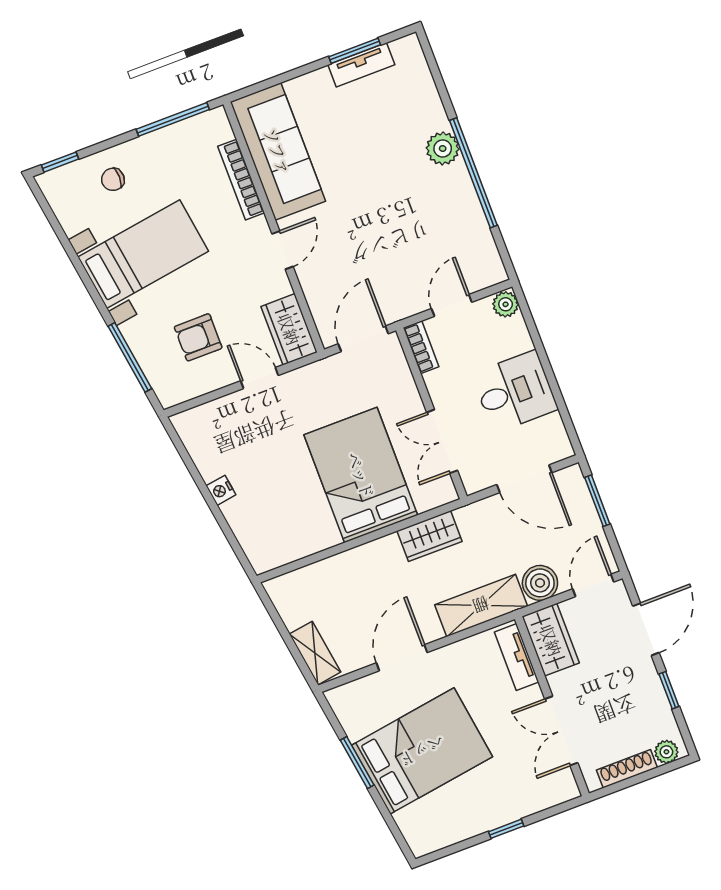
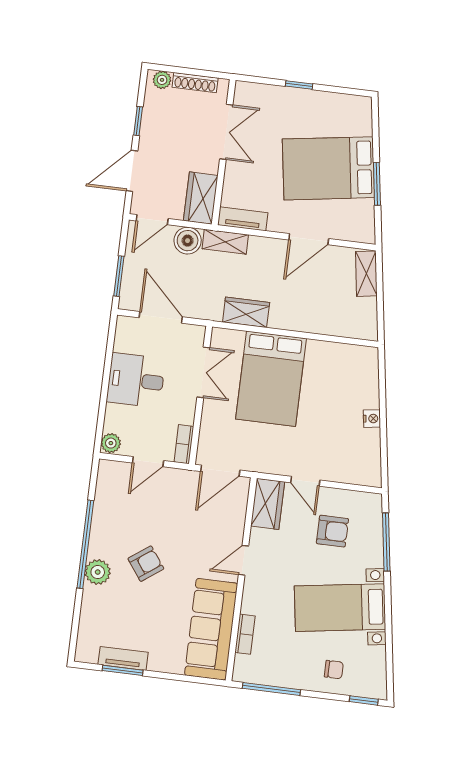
bookcase: (241, 180) -> (245, 634), width x0.64
armchair: (392, 187) -> (146, 564), added
shelving: (481, 605) -> (225, 242), width x0.67, depth x0.75
tv unit: (517, 657) -> (243, 219), moved, turned -90

